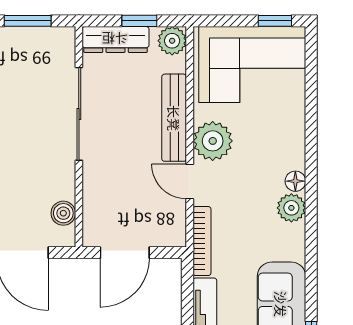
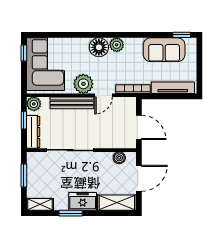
floor lamp: (295, 181) -> (99, 47), width x1.89, depth x1.89

